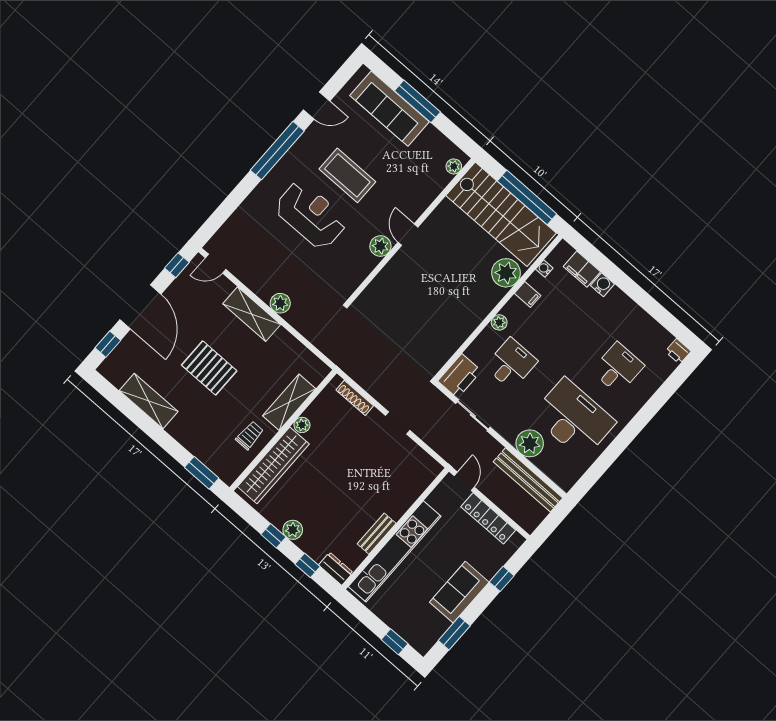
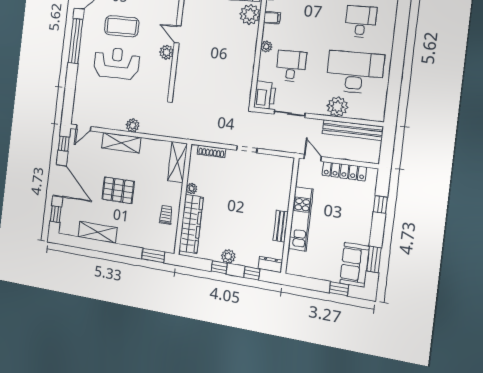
shelving: (289, 402) -> (177, 162), moved
kitchen unit: (395, 551) -> (301, 219), width x0.73
sofa: (459, 592) -> (355, 265), moved

